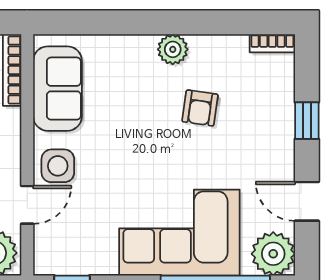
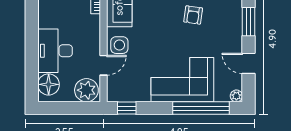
window: (307, 121) -> (249, 22), width x1.50
plant: (273, 254) -> (236, 96), width x0.53, depth x0.53

